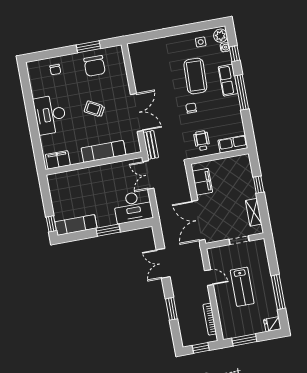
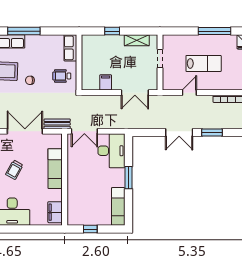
filing cabinet: (202, 182) -> (106, 82), width x0.50
double door: (198, 220) -> (135, 93), width x0.73
window: (51, 224) -> (90, 229), moved
double door: (163, 263) -> (179, 132), moved

